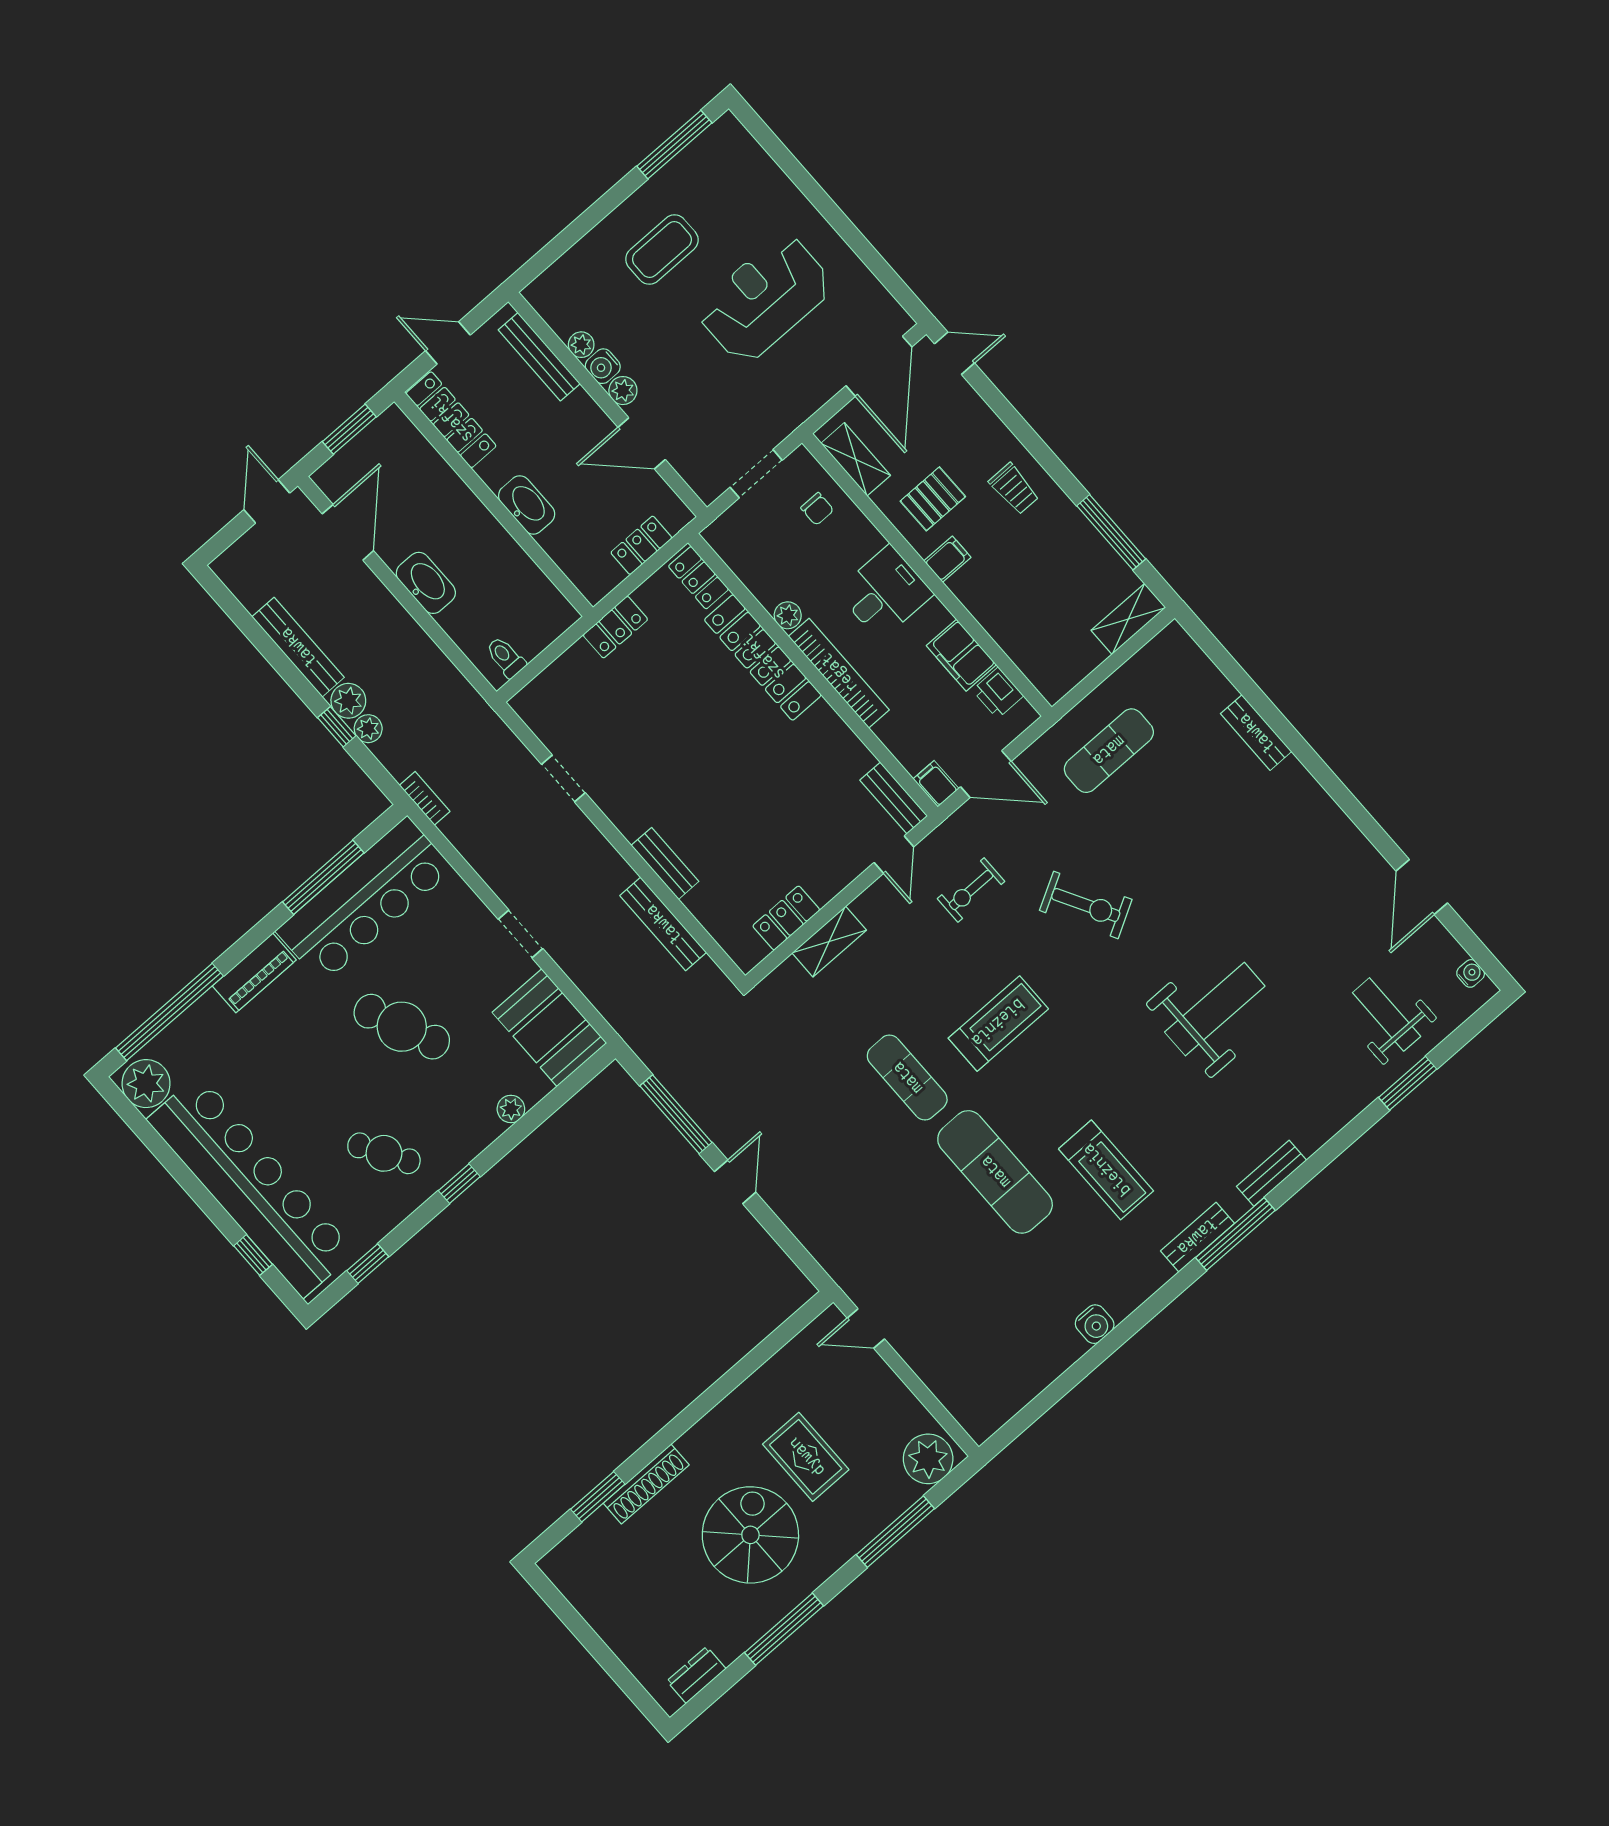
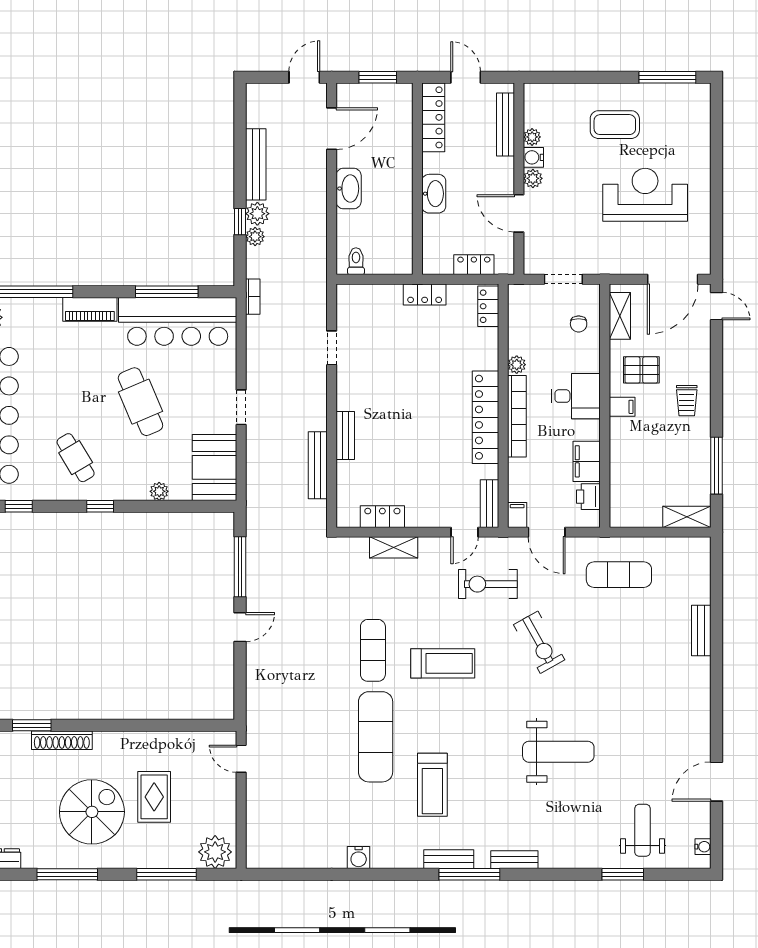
locker: (763, 657) -> (486, 417), moved
exercise bike: (971, 890) -> (488, 584), width x1.38, depth x1.39

